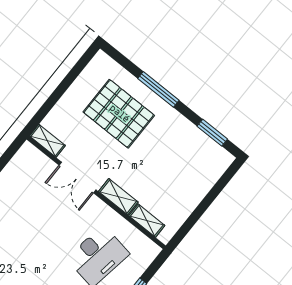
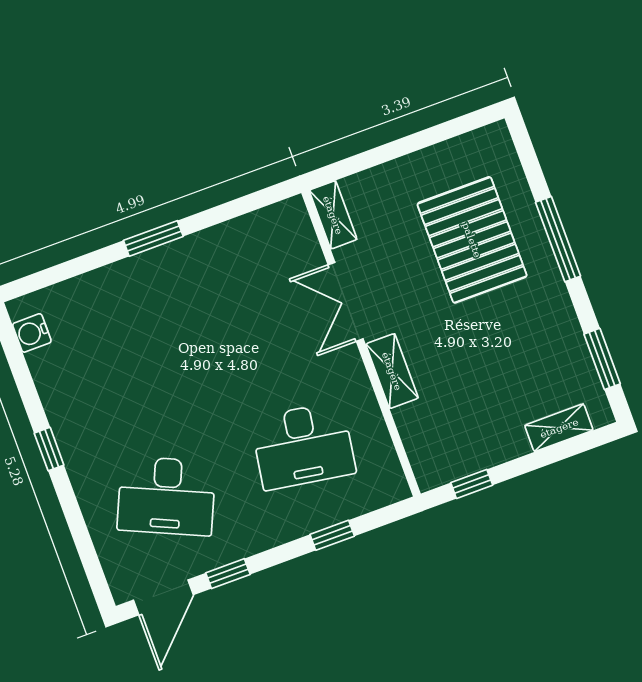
shelving: (147, 221) -> (559, 428), moved, turned 90
window: (187, 227) -> (472, 484), added

